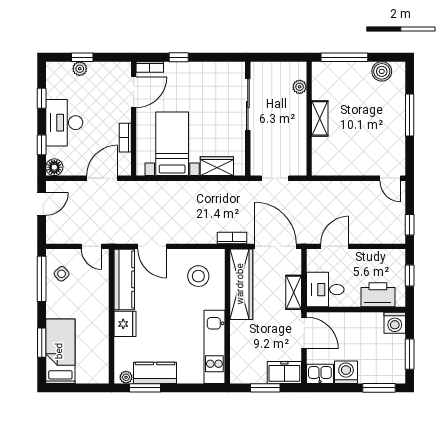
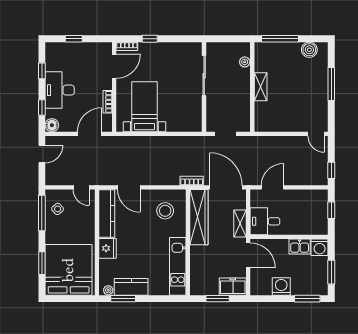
plant: (80, 69) -> (72, 48), removed
wardrobe: (217, 166) -> (180, 124), removed
printer: (378, 295) -> (306, 225), removed
bed: (60, 351) -> (69, 270), width x2.04
kitchen sink: (320, 374) -> (300, 247), moved, turned 180

